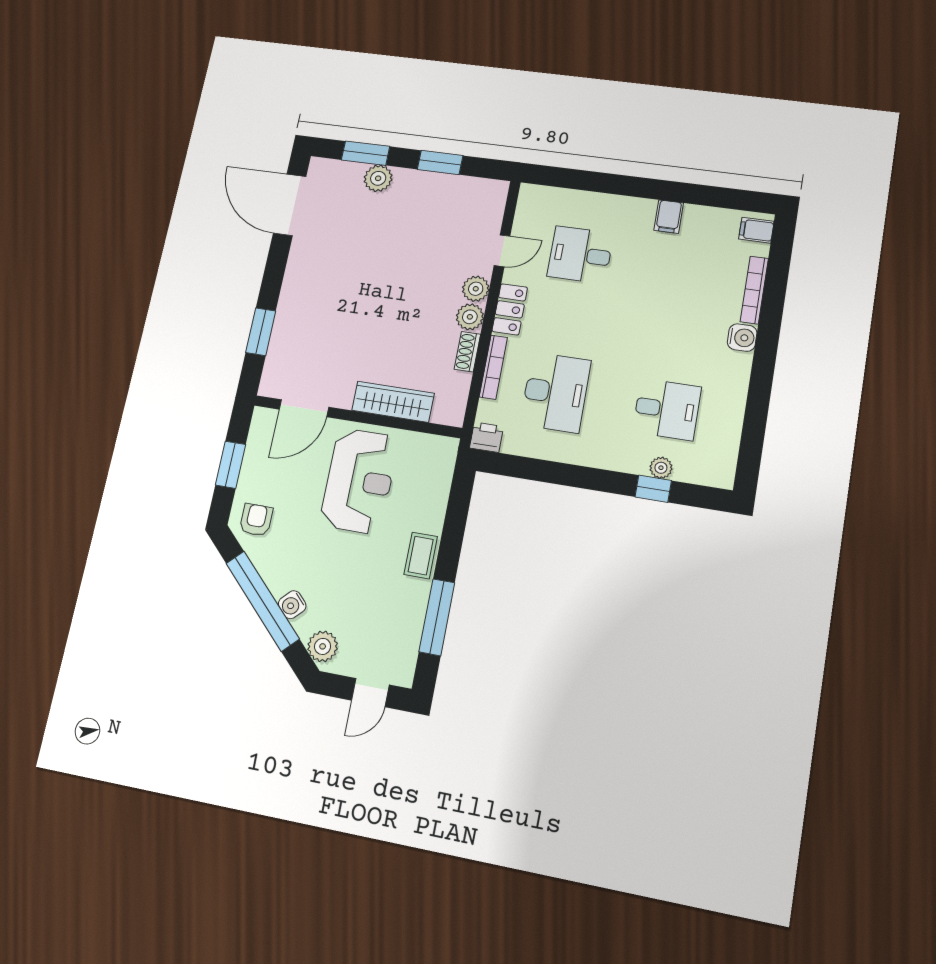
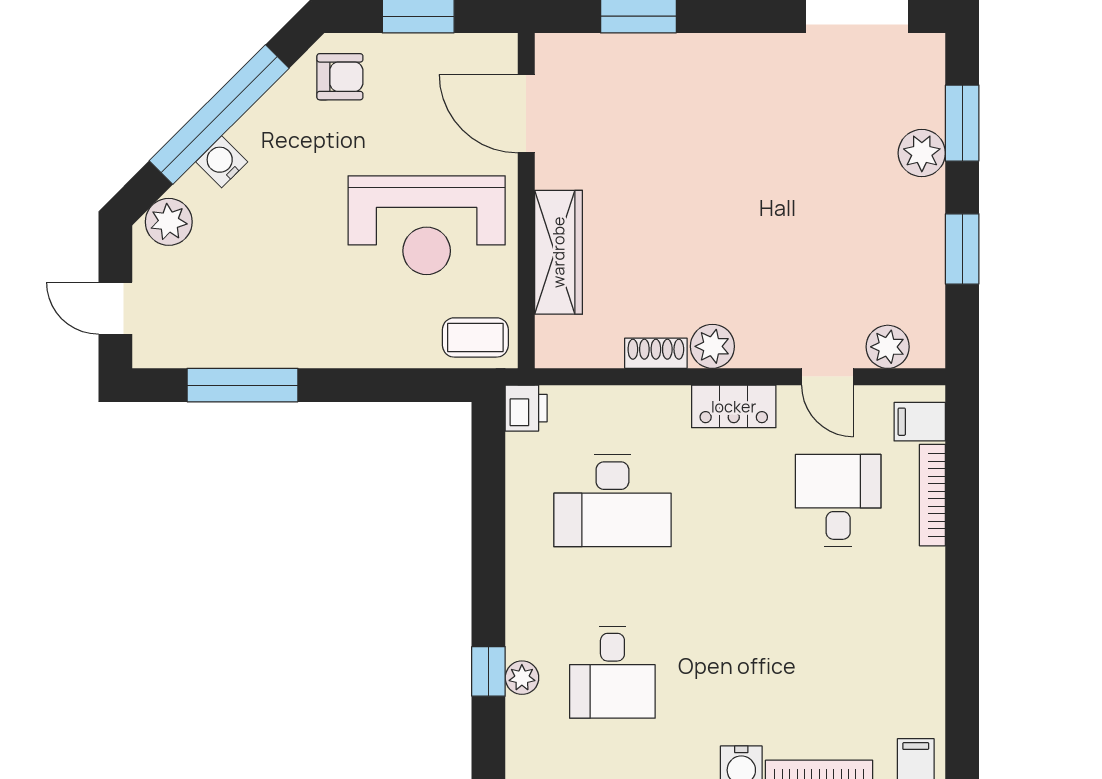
filing cabinet: (669, 217) -> (920, 422), moved
plant: (476, 289) -> (888, 347), moved
bookcase: (493, 367) -> (932, 495), moved, turned 90
coffee table: (421, 556) -> (475, 337), moved

